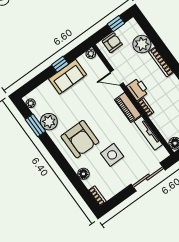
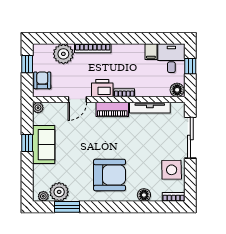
plant: (49, 122) -> (59, 192), moved
side table: (112, 155) -> (172, 170), moved

